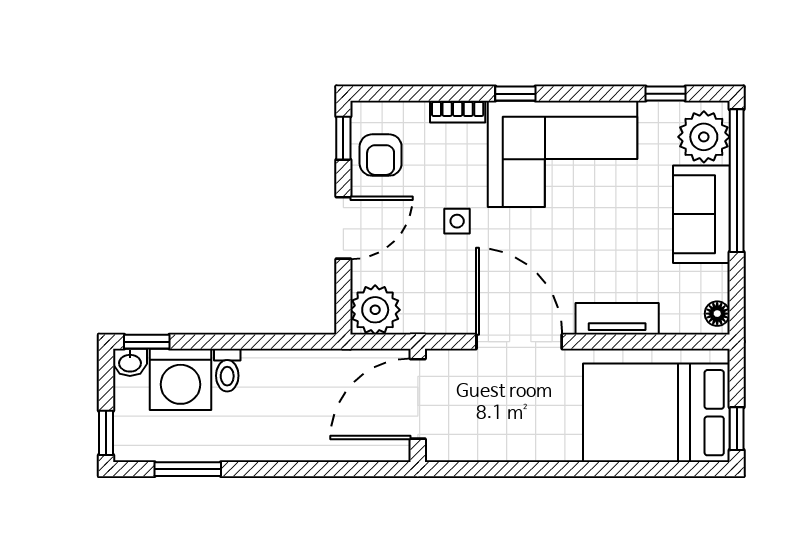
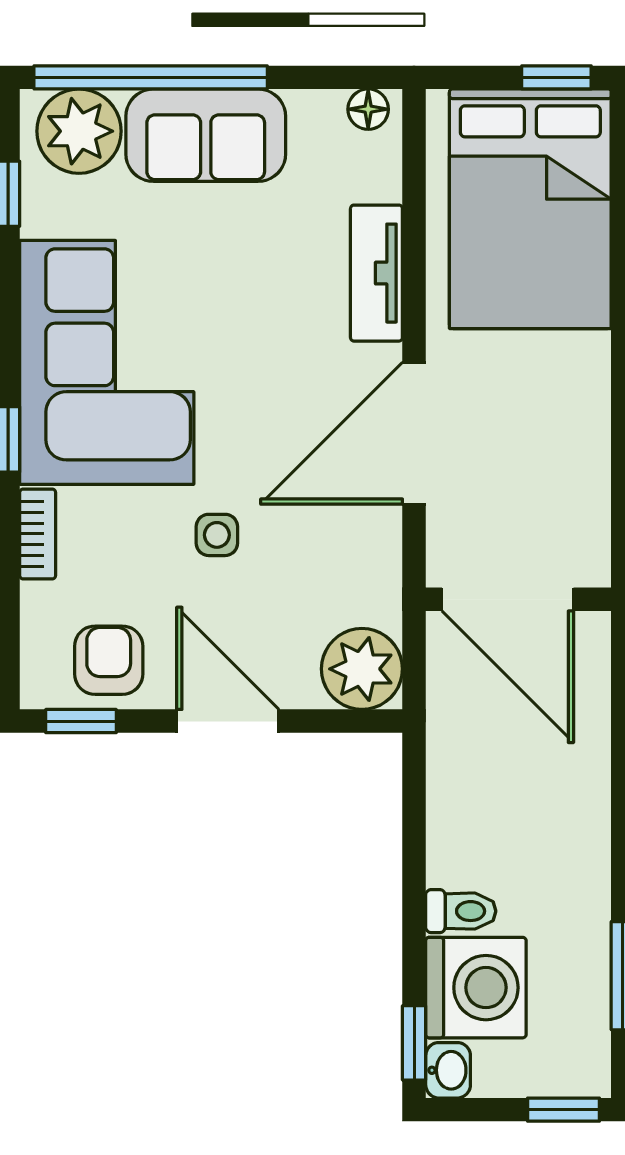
armchair: (381, 155) -> (109, 660), turned -90

